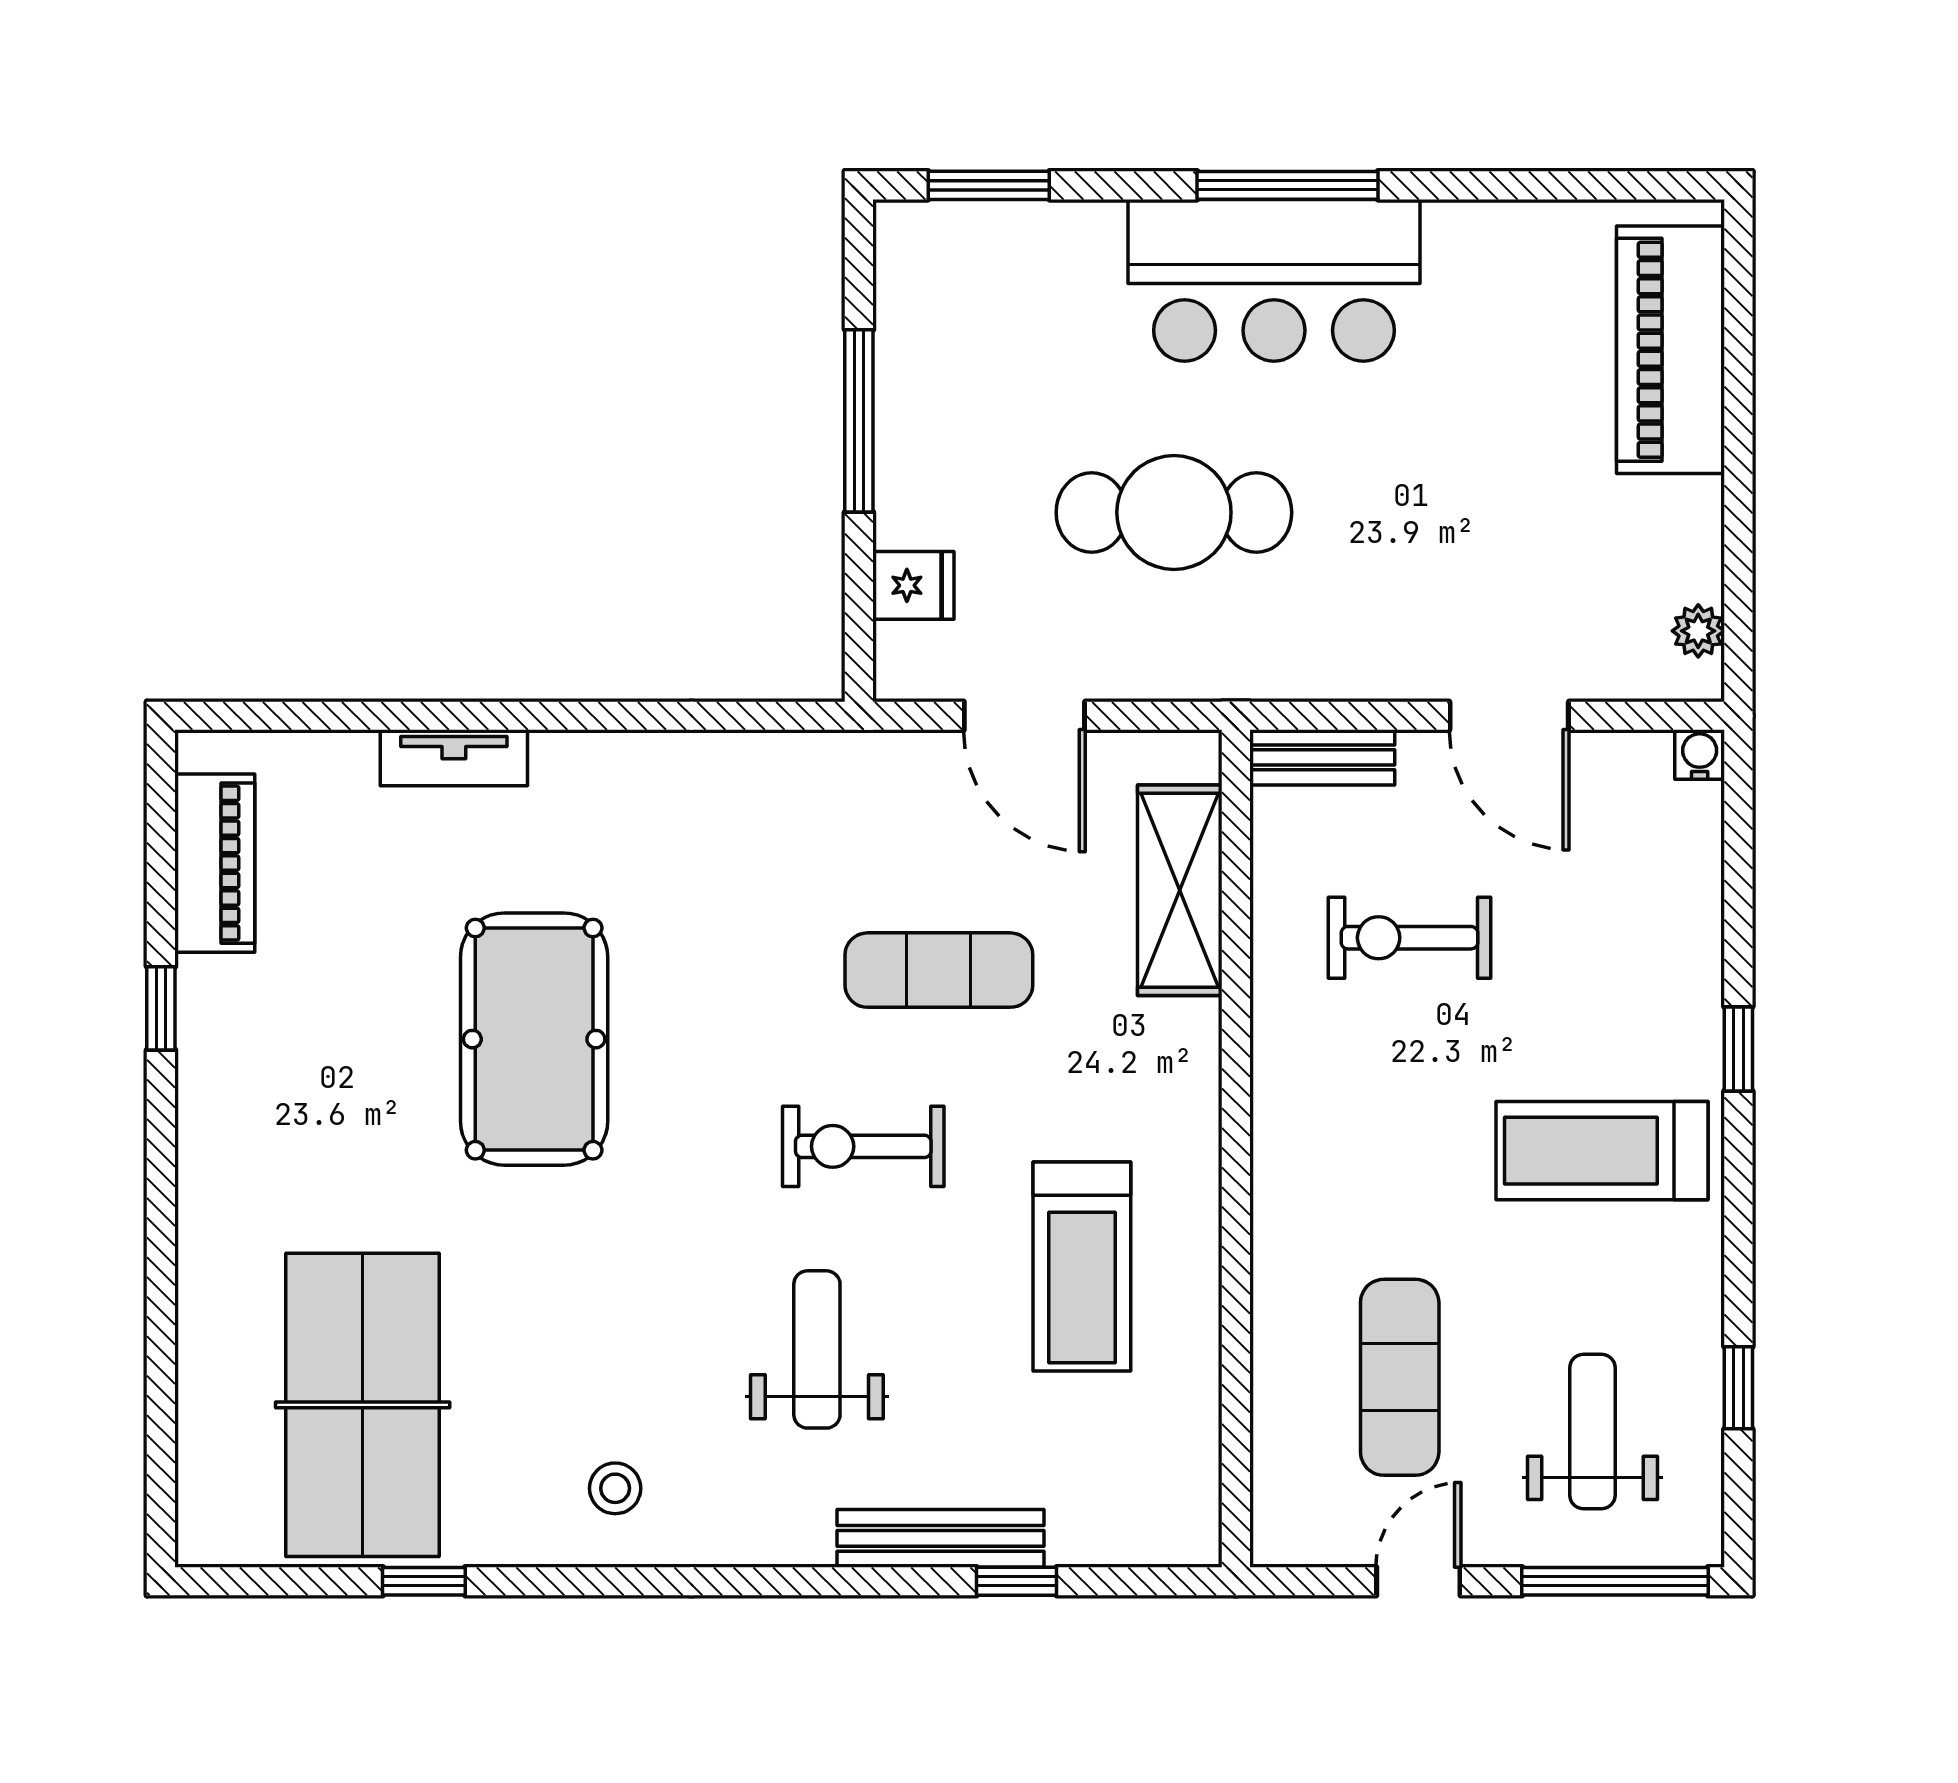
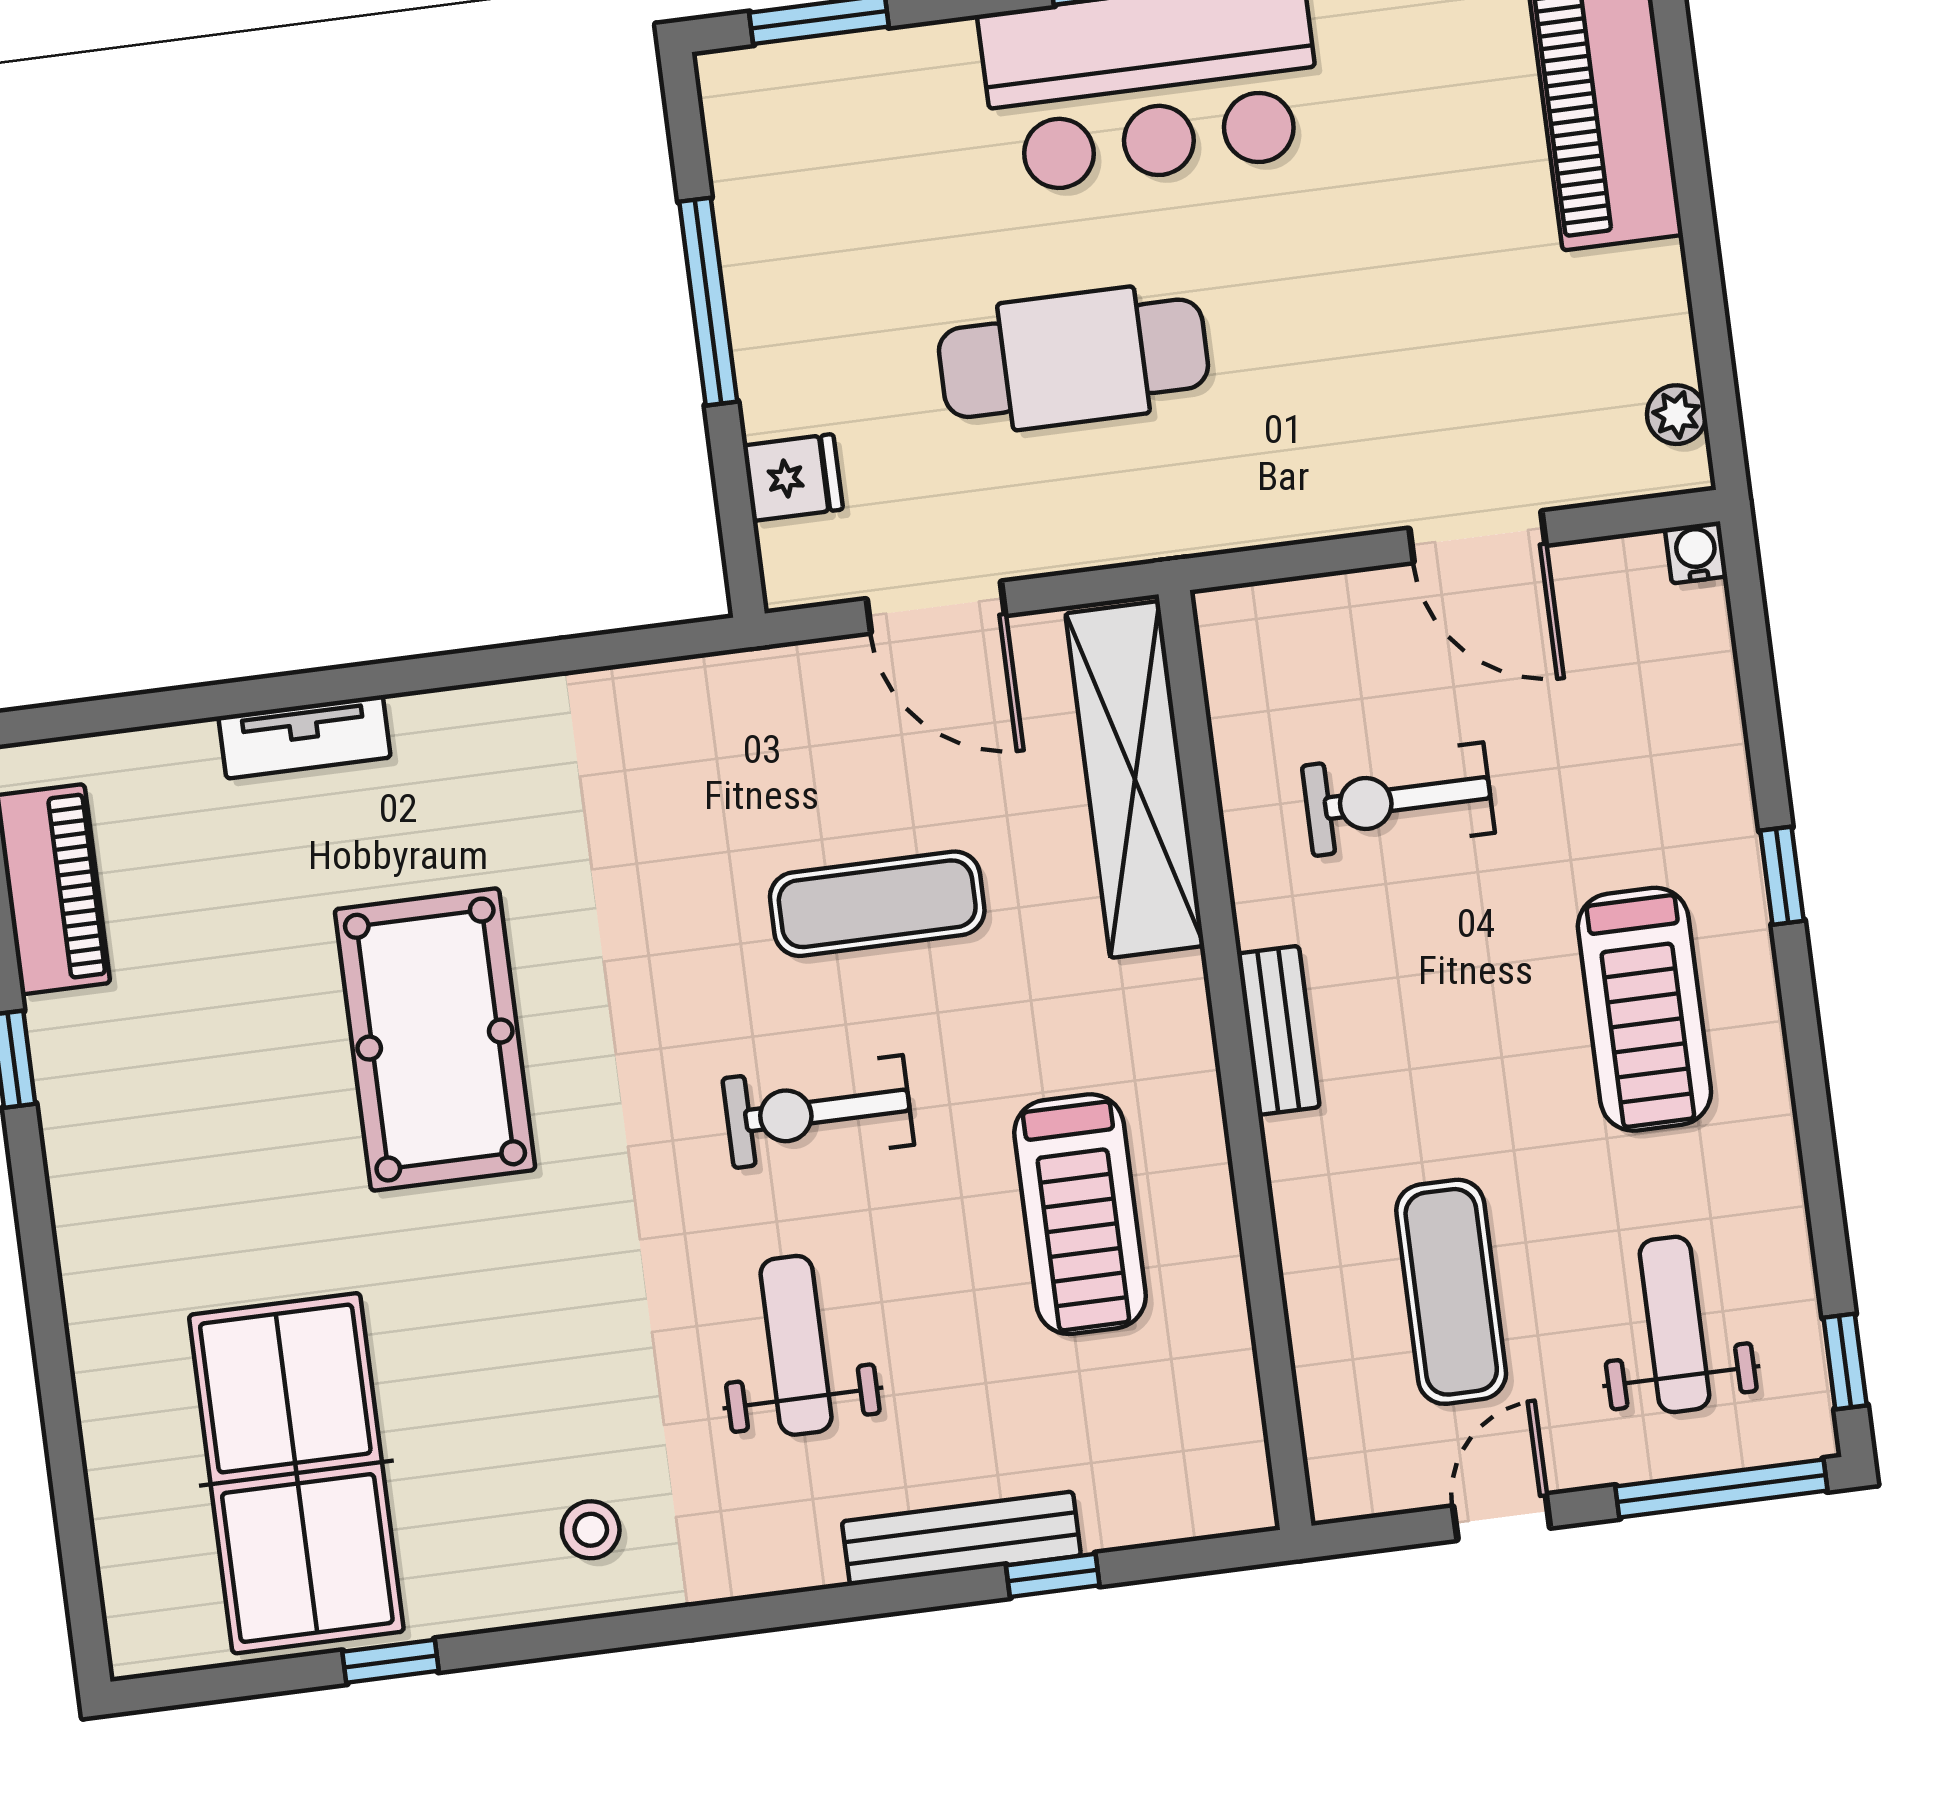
bench: (1322, 757) -> (1278, 1030), moved, turned 90
shelving: (1180, 890) -> (1135, 780), width x1.47
treadmill: (1602, 1151) -> (1644, 1009), turned -90
window: (1738, 1388) -> (1845, 1362), moved

